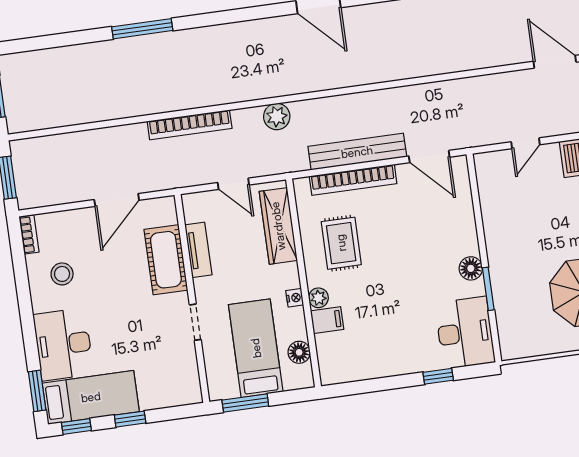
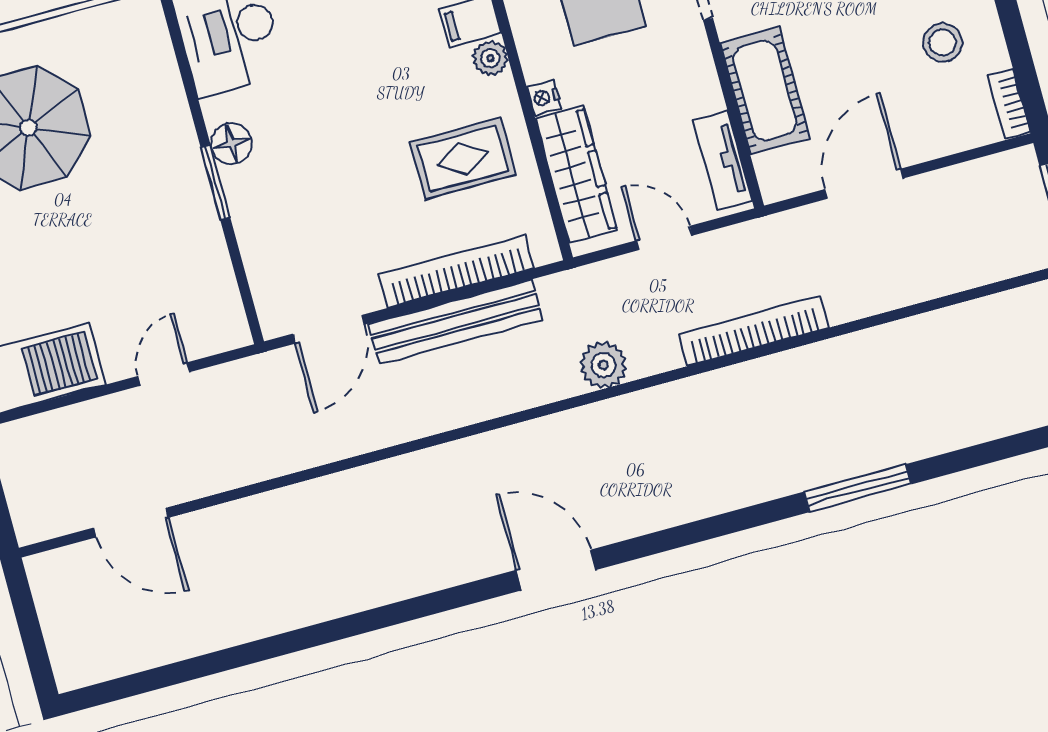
door: (429, 157) -> (329, 329), swing flipped
rug: (341, 243) -> (463, 158), turned 90
tv unit: (198, 250) -> (723, 161), moved
window: (488, 289) -> (215, 182), moved
nightstand: (295, 298) -> (544, 98), moved

